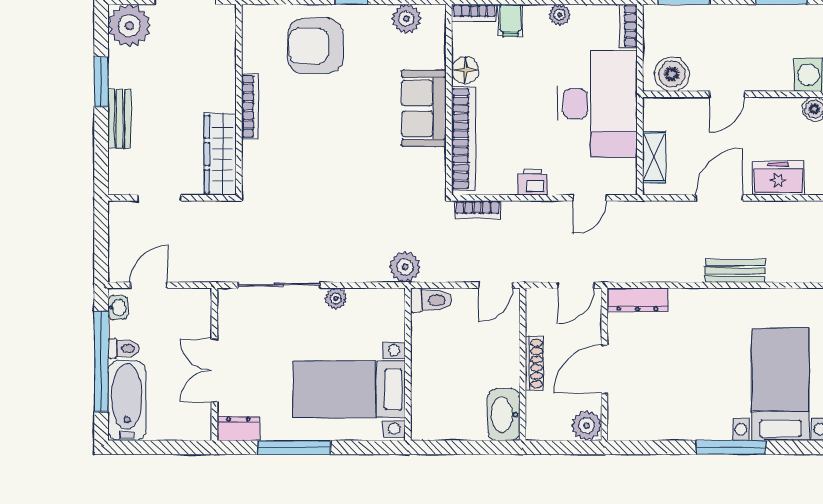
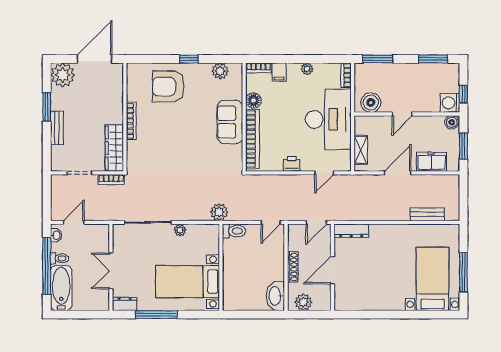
bookcase: (477, 210) -> (111, 180), moved
bench: (735, 271) -> (427, 214), moved
plant: (587, 426) -> (303, 302), moved
window: (731, 447) -> (404, 315), removed

